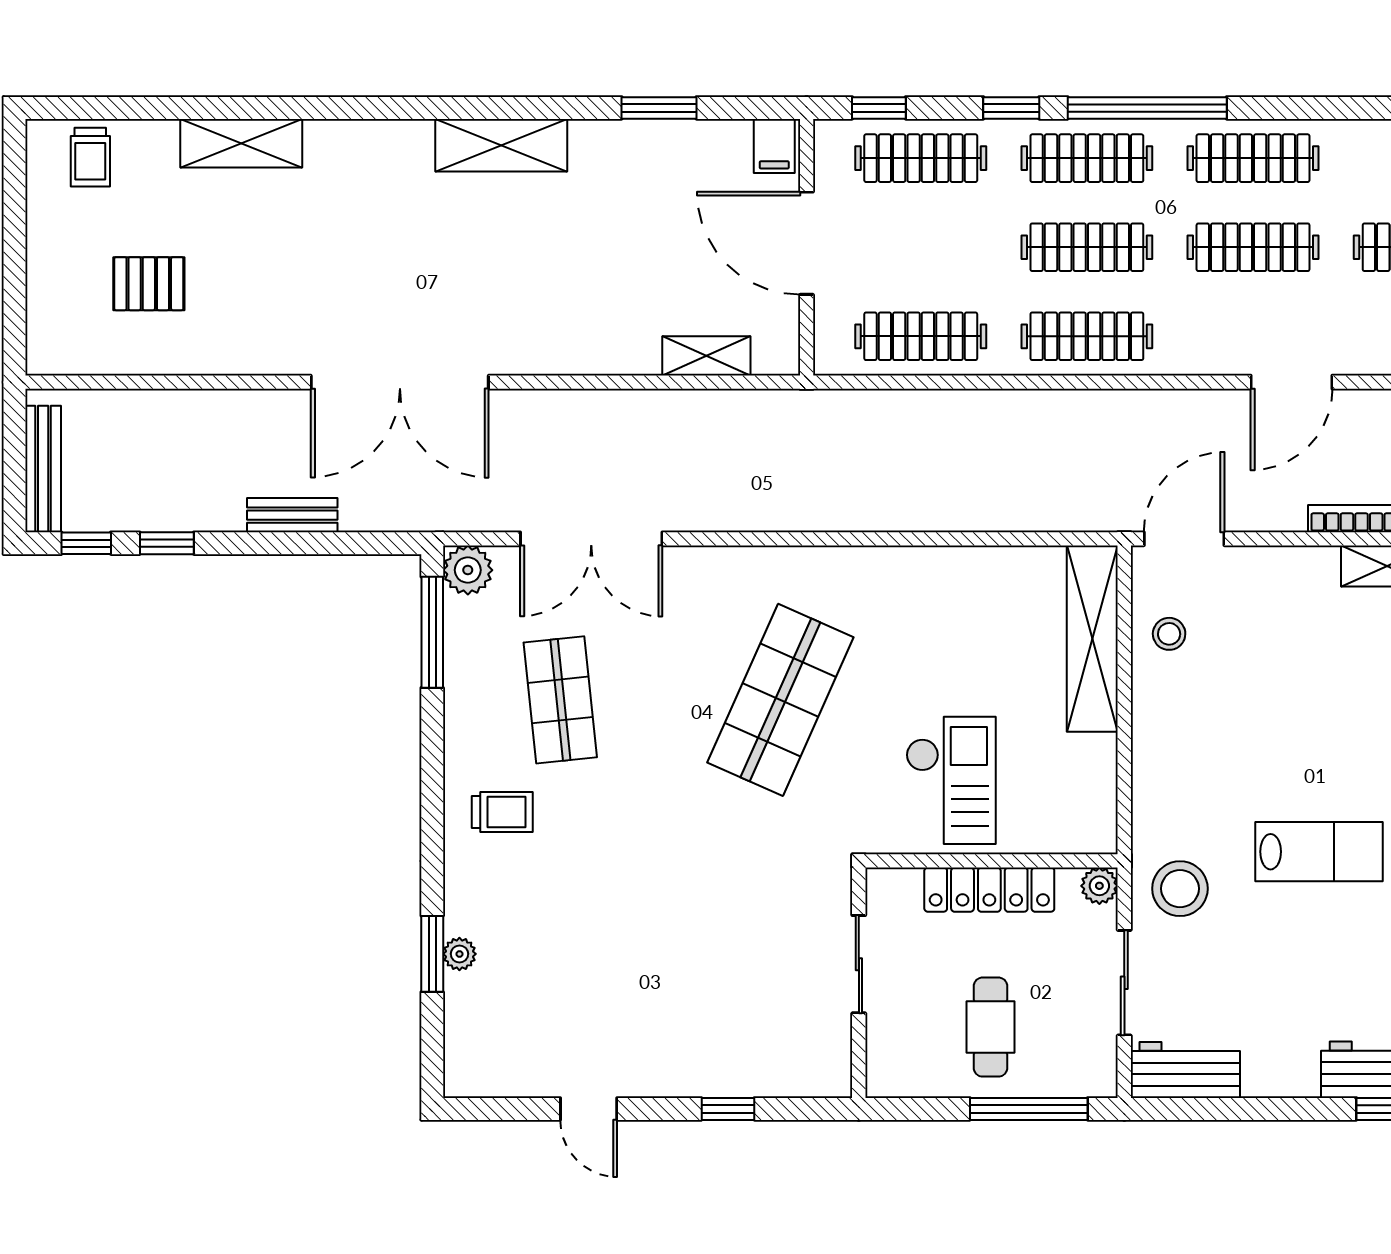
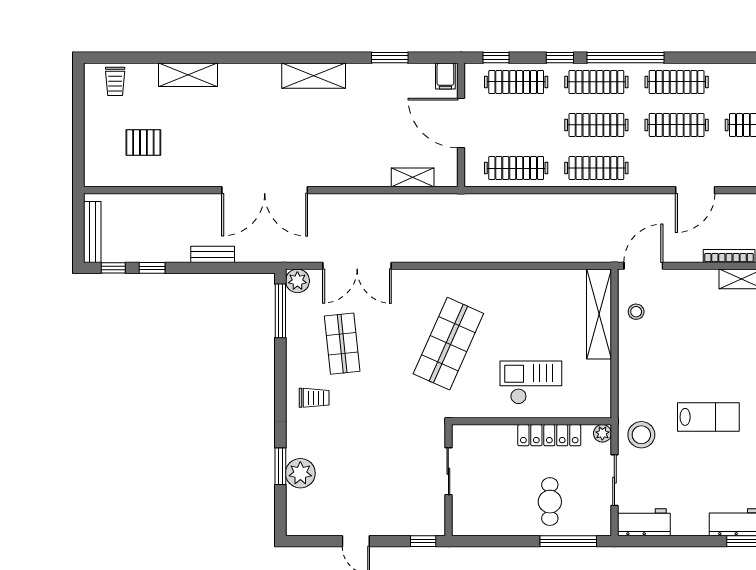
checkout: (951, 780) -> (531, 382), turned -90
plant: (459, 954) -> (300, 473), width x1.87, depth x1.87
sliding door: (859, 964) -> (448, 471), moved
wall: (859, 983) -> (448, 480), moved

